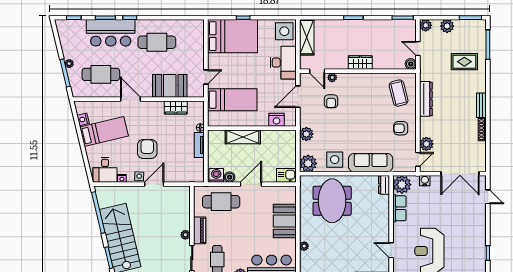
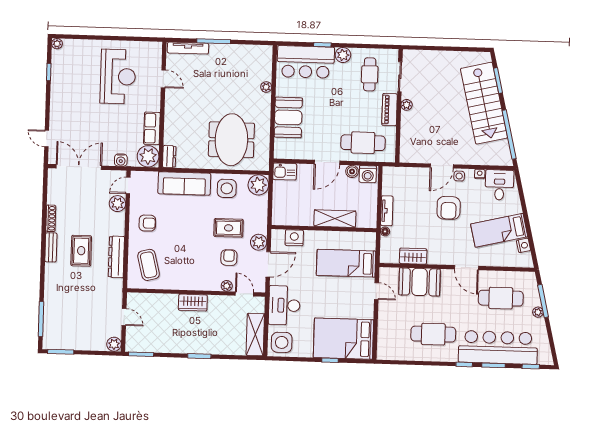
plant: (447, 26) -> (89, 343), removed
bar counter: (111, 33) -> (498, 347), width x1.36
rug: (464, 62) -> (81, 251), moved, turned 90
boiler: (411, 64) -> (133, 299), removed
door: (206, 77) -> (377, 291), swing flipped
rug: (332, 126) -> (229, 228), added
plant: (306, 134) -> (259, 242), moved

